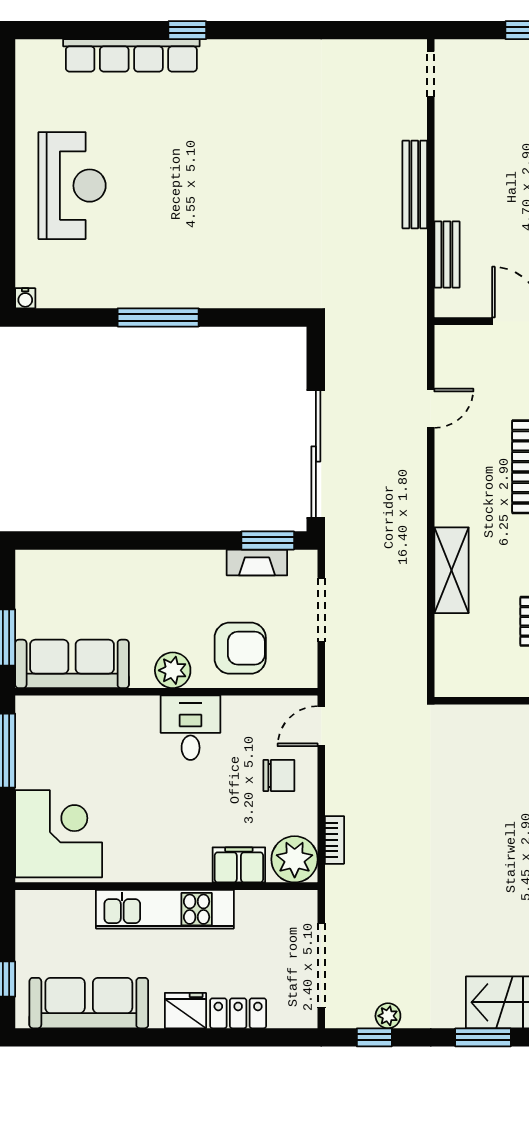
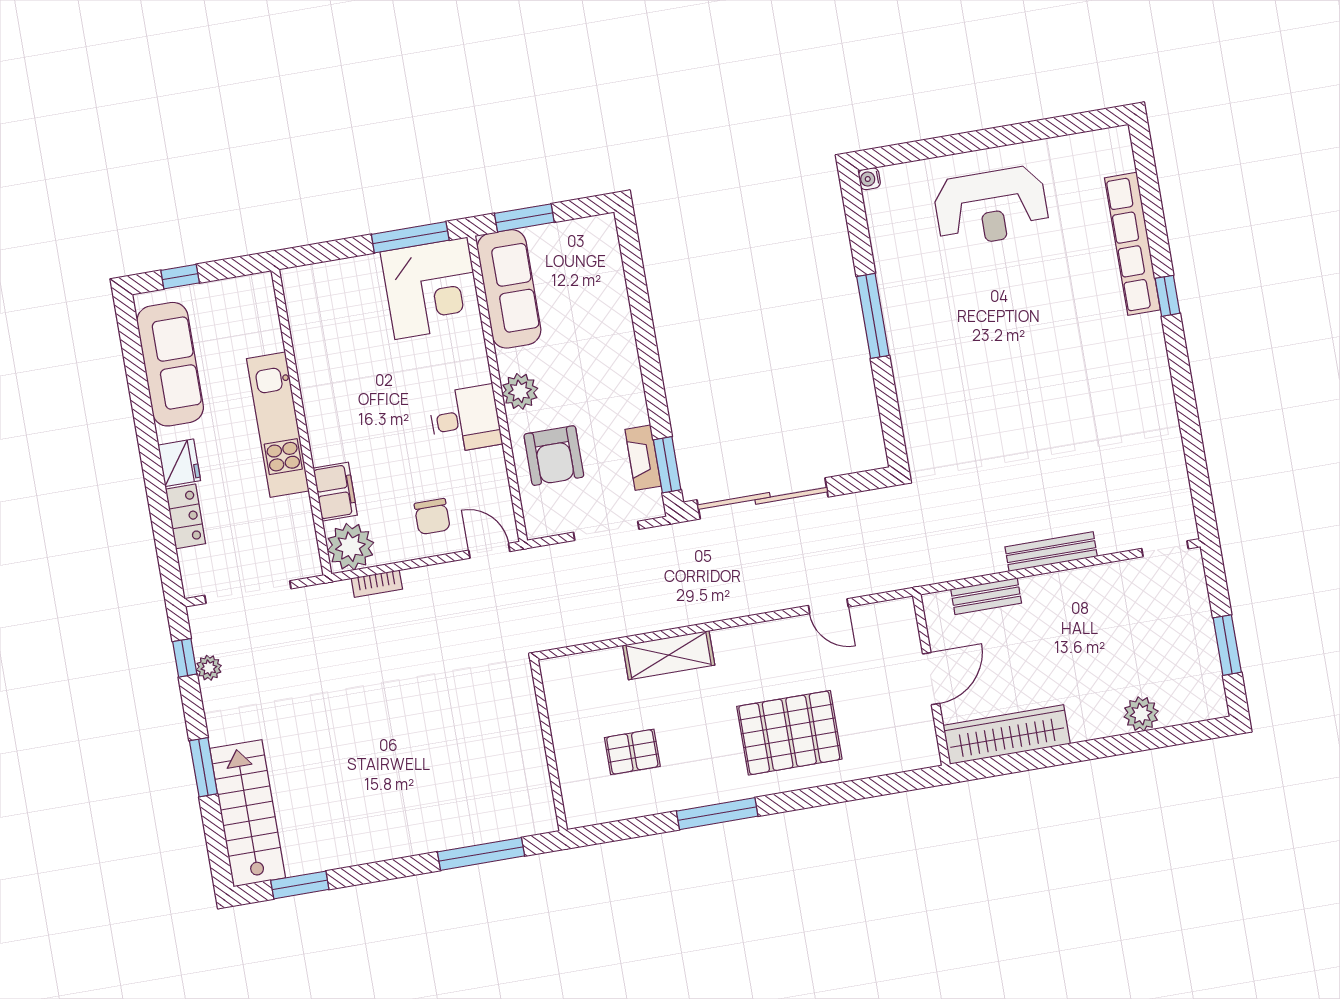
corner desk: (59, 834) -> (431, 288), moved

